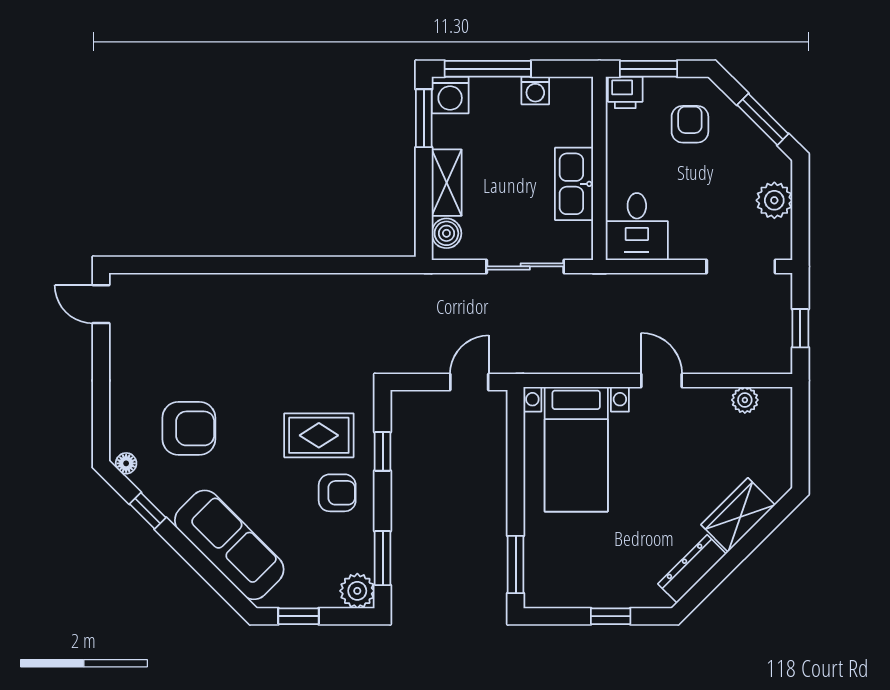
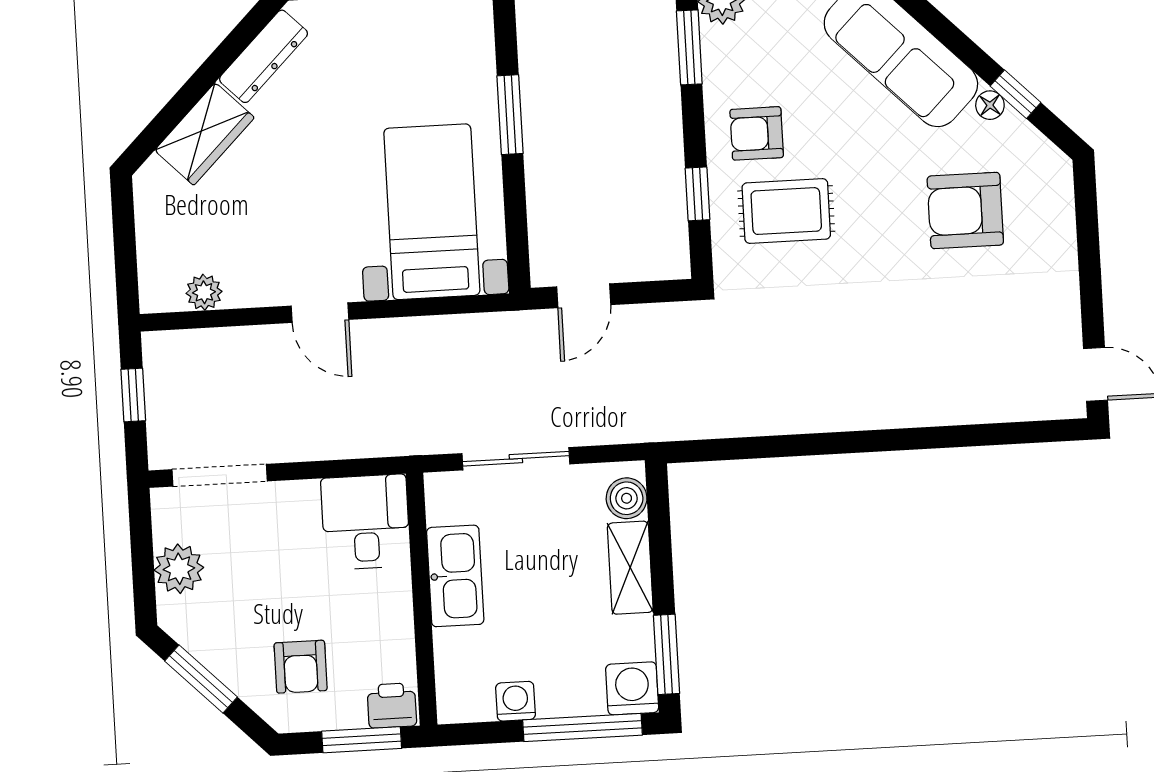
floor lamp: (126, 463) -> (990, 105), moved
window: (516, 564) -> (510, 115), moved

